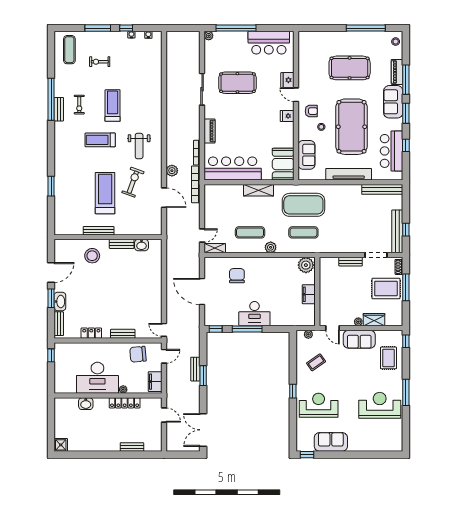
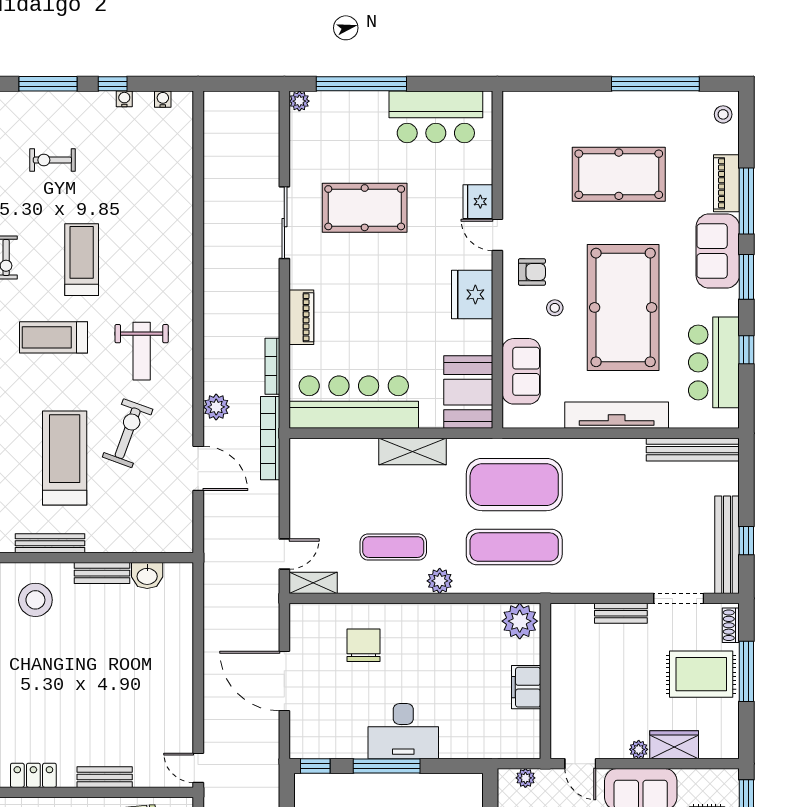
fridge: (287, 116) -> (472, 294), width x1.88, depth x1.34
exercise mat: (303, 232) -> (514, 547), width x1.36, depth x1.45

